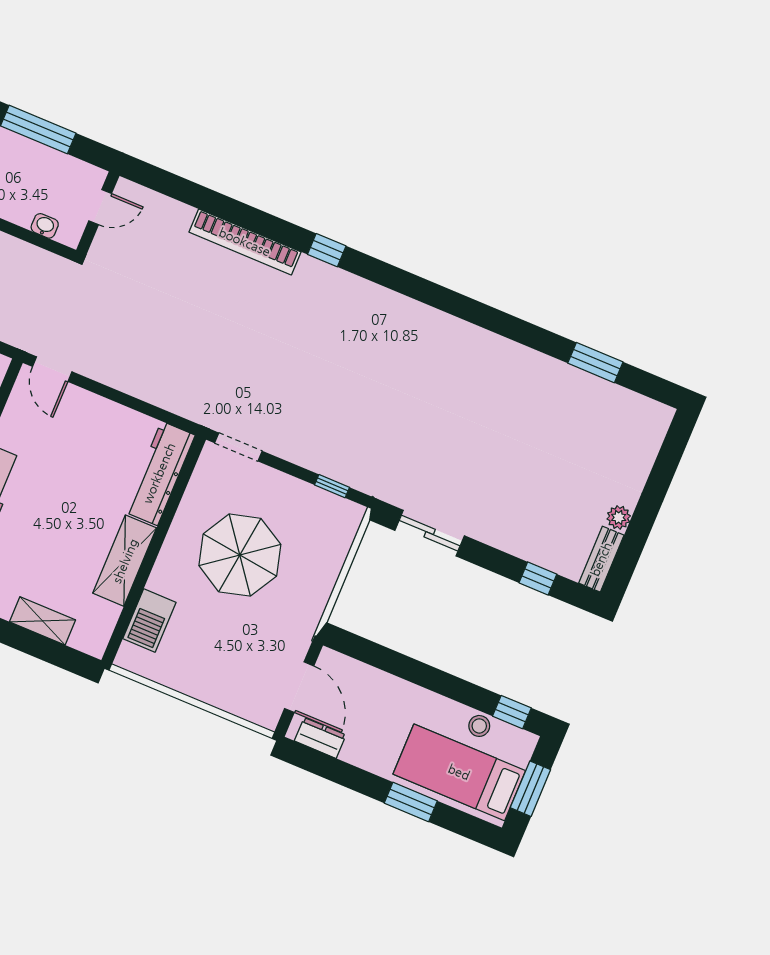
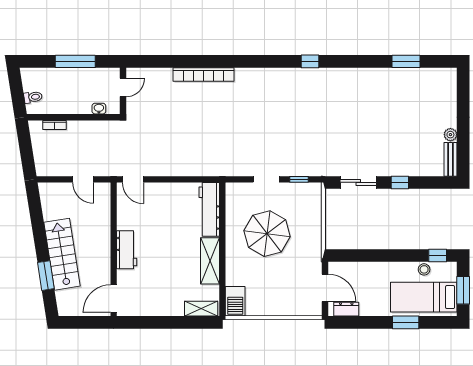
window: (327, 250) -> (310, 61), moved
doorway: (238, 447) -> (266, 179), moved
window: (538, 578) -> (400, 182), moved
shelving: (42, 621) -> (201, 309), moved
barbecue: (149, 621) -> (235, 301), moved

